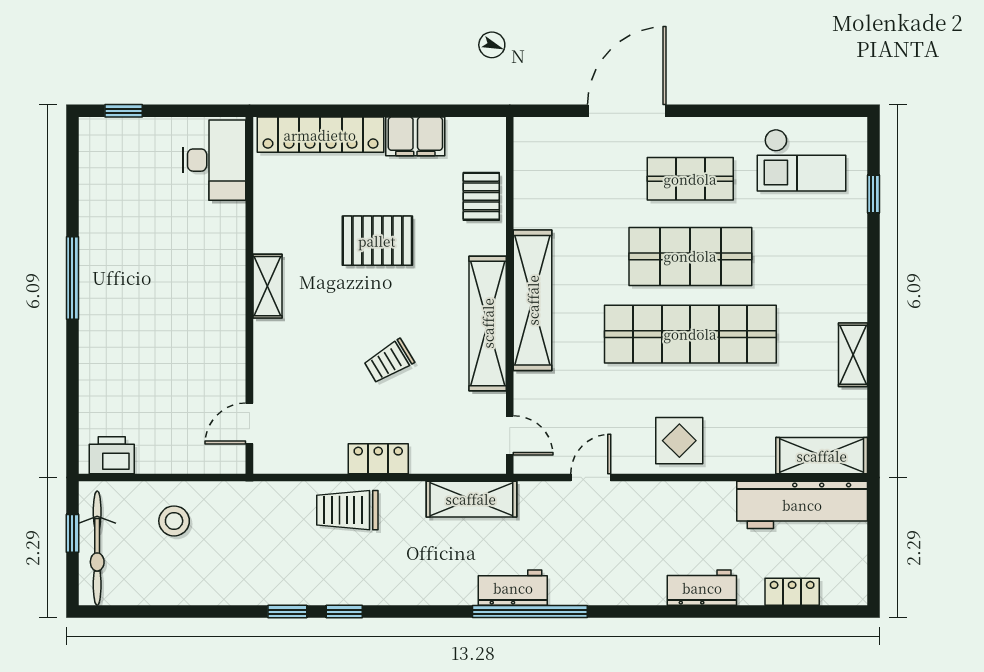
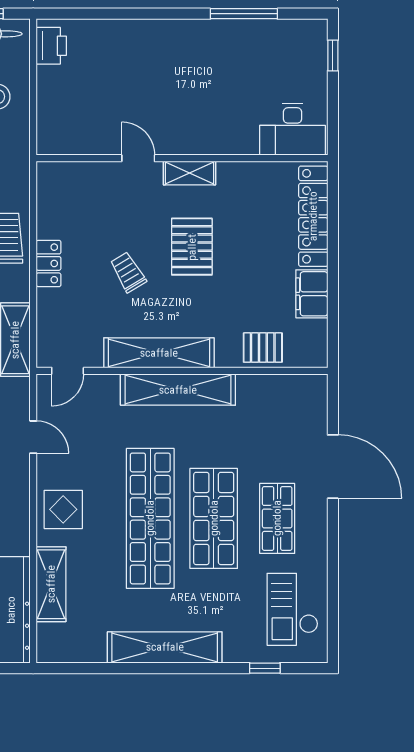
pallet: (377, 241) -> (192, 247), moved
window: (72, 278) -> (244, 14), moved
shelving: (853, 355) -> (165, 647), width x2.20, depth x1.33
door: (249, 424) -> (138, 158), moved
shelving: (822, 456) -> (51, 584), moved

